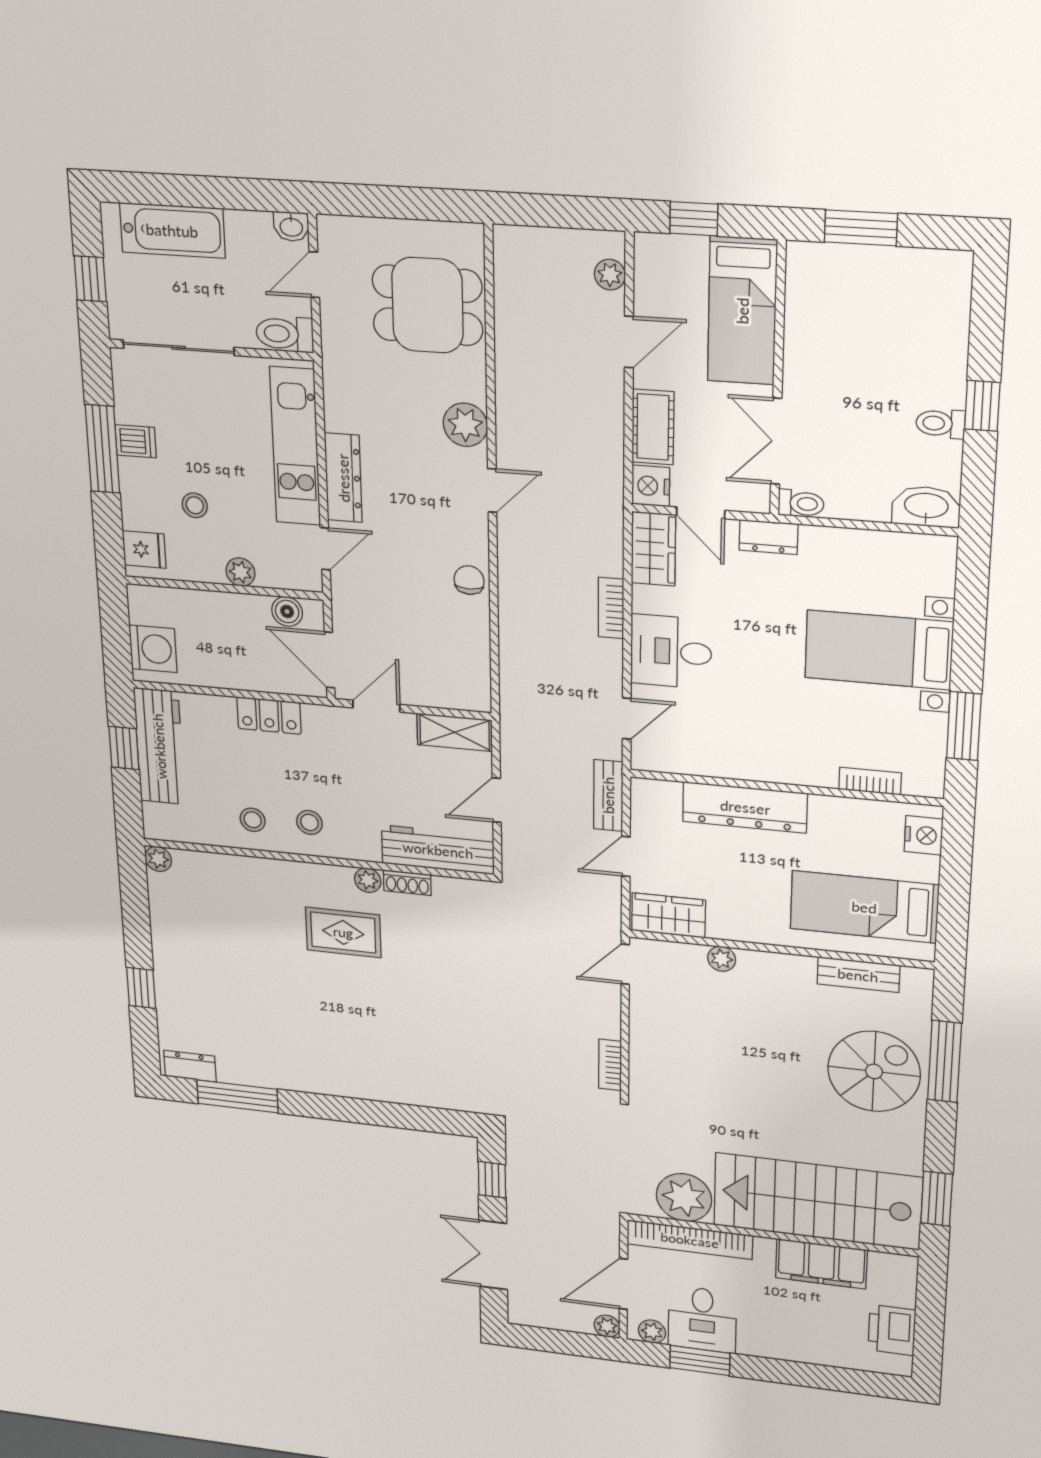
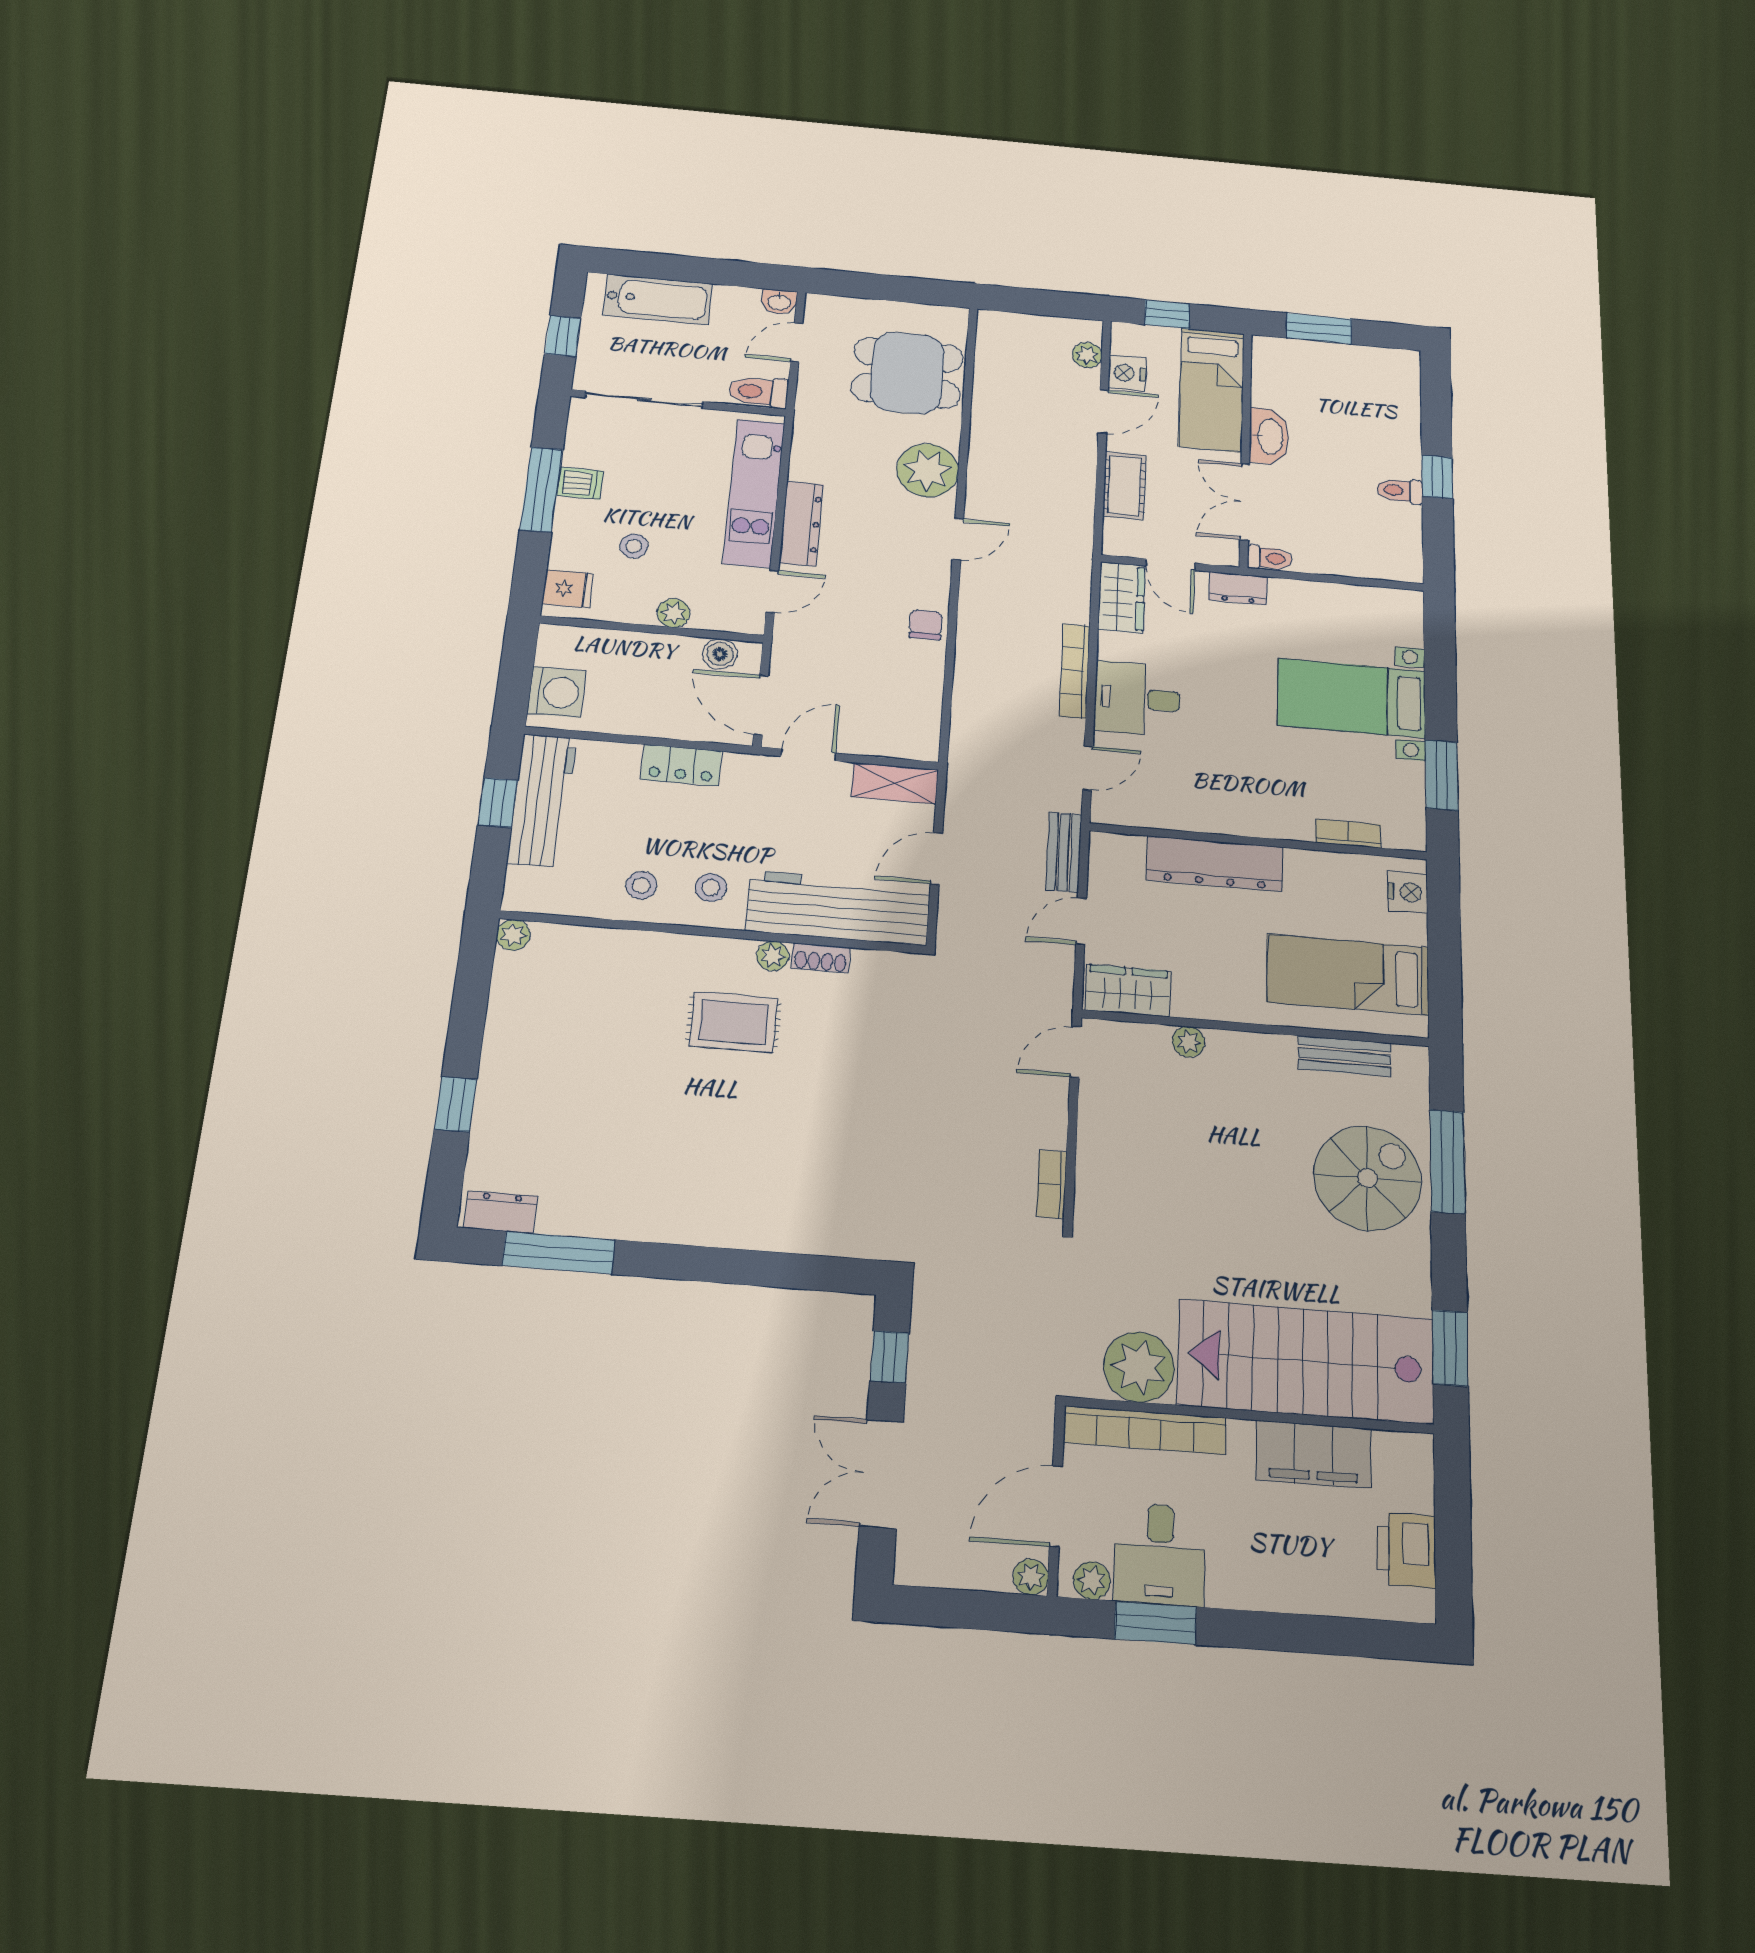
plant: (465, 425) -> (928, 470), width x1.36, depth x1.36
nightstand: (651, 486) -> (1127, 373), moved
washbasin: (926, 507) -> (1269, 436), moved, turned 90
bookcase: (611, 608) -> (1075, 671), width x1.56
workbench: (438, 850) -> (838, 908), width x1.36, depth x1.32

